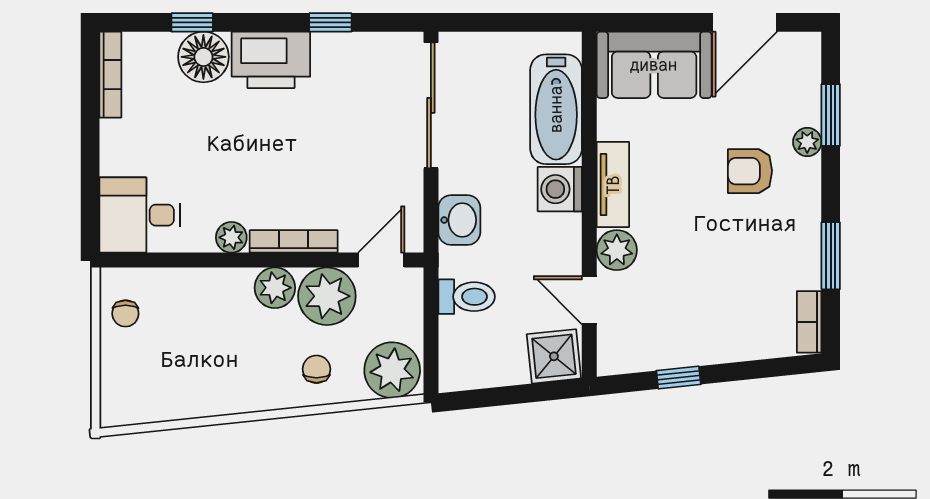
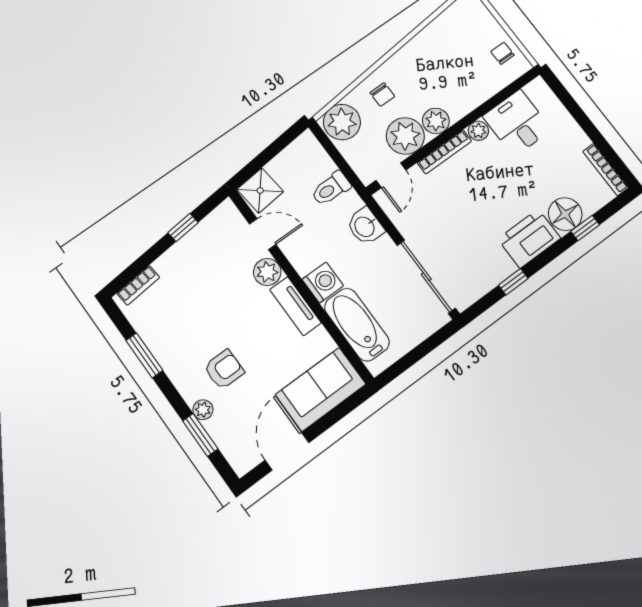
desk: (140, 215) -> (517, 123), moved, turned -90
bookcase: (809, 322) -> (138, 285), moved, turned 84

